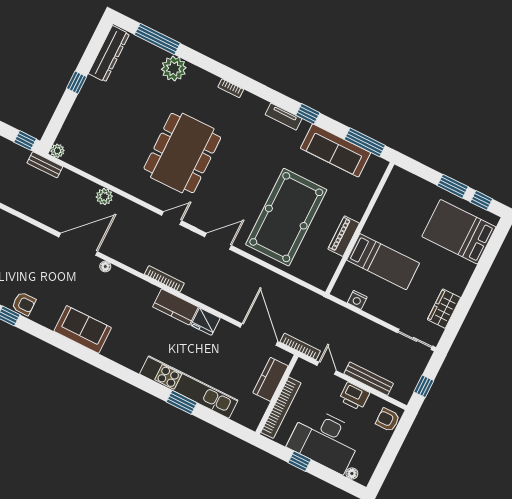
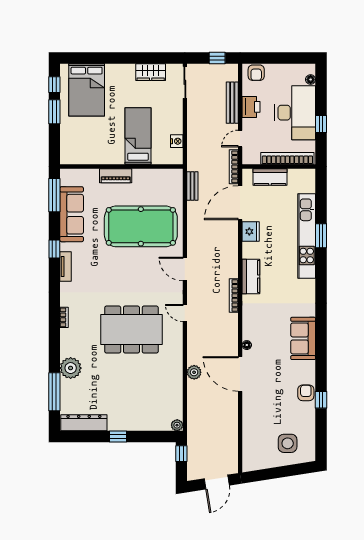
bench: (45, 165) -> (192, 186), moved
piano: (344, 236) -> (116, 176), moved
fridge: (205, 322) -> (251, 232), moved

